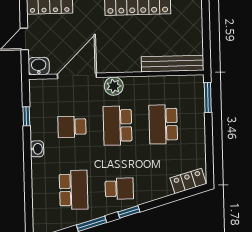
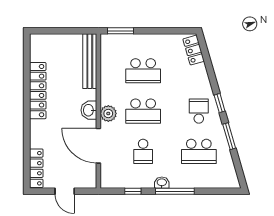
washbasin: (39, 66) -> (89, 110), moved
window: (28, 164) -> (175, 191), added
school desk: (74, 190) -> (199, 151), turned 180

